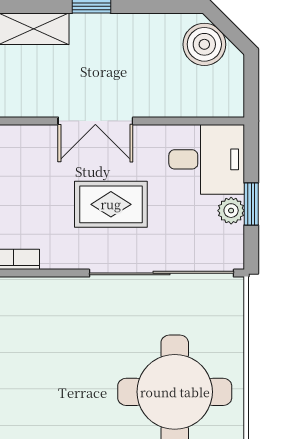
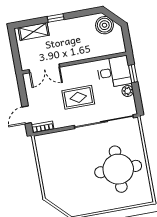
double door: (95, 121) -> (44, 68), moved
window: (251, 204) -> (133, 74), moved

